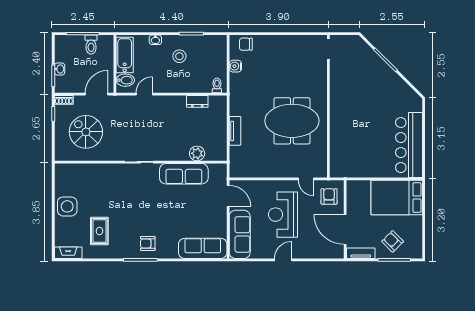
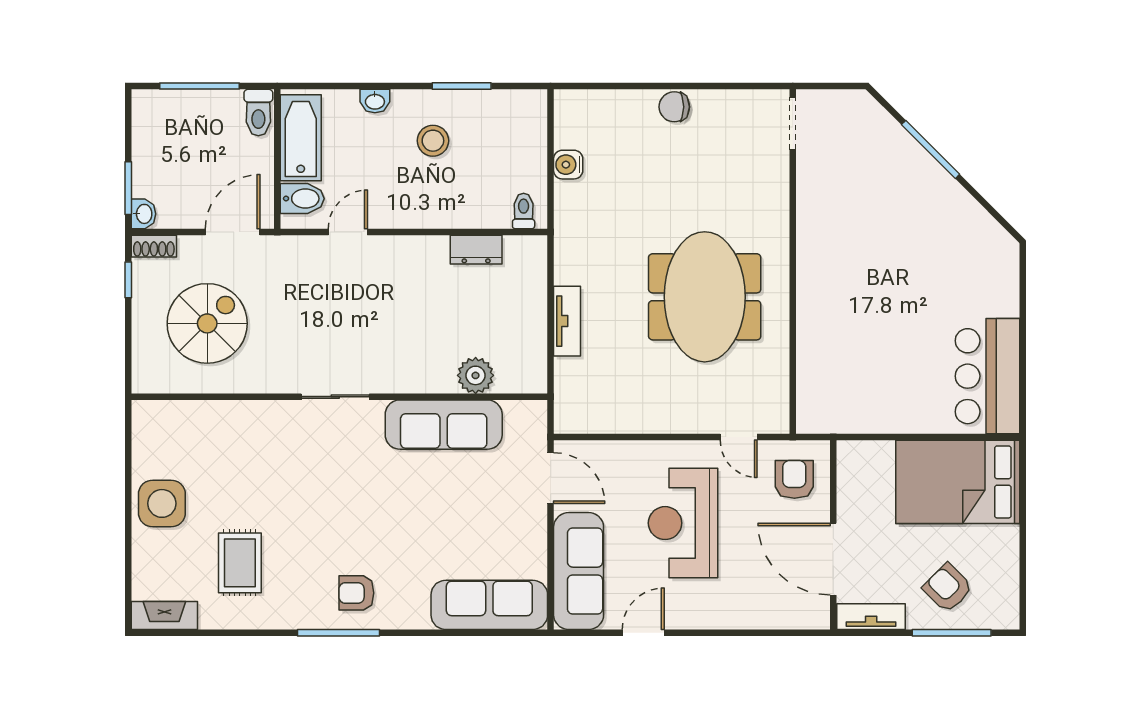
chair: (246, 44) -> (674, 107), moved
toilet: (91, 45) -> (258, 113), moved
washbasin: (60, 69) -> (143, 214), moved
meeting table: (292, 121) -> (705, 297), turned 90
spiral stairs: (86, 132) -> (207, 323), turned 90
bar counter: (409, 145) -> (987, 376), width x0.73
door: (283, 260) -> (643, 633), moved

